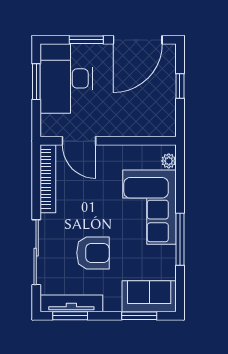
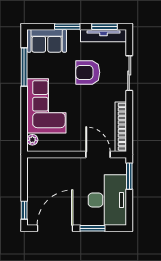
window: (36, 82) -> (129, 176), moved
window: (180, 86) -> (24, 210), moved
window: (180, 239) -> (24, 67), moved
sliding door: (36, 252) -> (129, 73), width x0.73
window: (139, 316) -> (67, 27), moved

